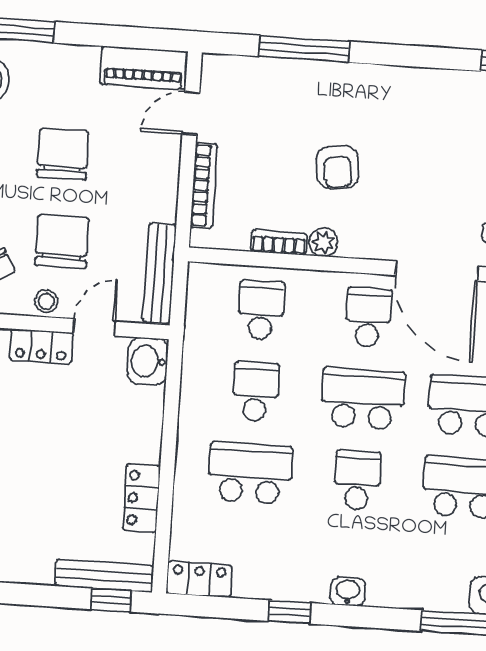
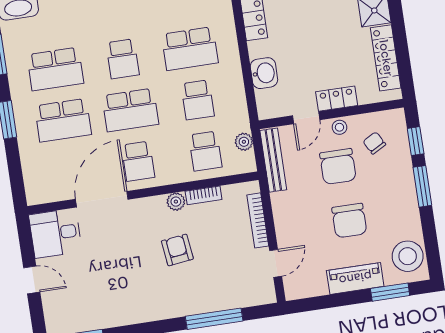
piano: (144, 68) -> (355, 278), moved
door: (437, 271) -> (102, 199), hinge flipped
plant: (199, 311) -> (244, 142), added
washbasin: (148, 361) -> (264, 73), moved

